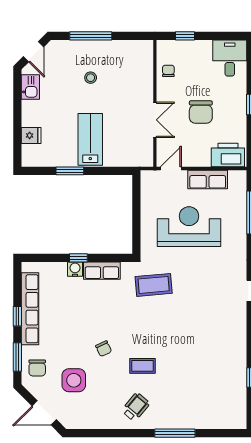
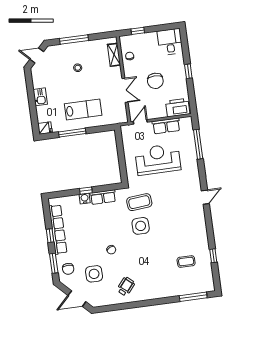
door: (33, 52) -> (37, 55), swing flipped
shelving: (146, 66) -> (114, 55), added
kitchen sink: (30, 87) -> (40, 97), moved
fridge: (31, 135) -> (45, 128), moved
lab bench: (90, 139) -> (83, 109), turned 90
window: (70, 171) -> (72, 133), width x1.44
side table: (151, 320) -> (141, 226), added
coffee table: (143, 366) -> (186, 262), moved
wheelchair: (136, 407) -> (126, 286), moved
window: (175, 433) -> (193, 297), moved

